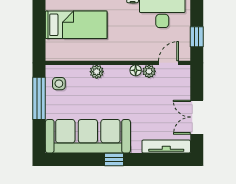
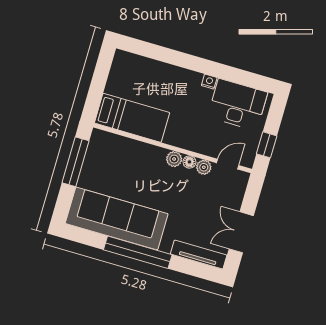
bed: (76, 25) -> (132, 118), moved
plant: (97, 72) -> (174, 159), moved
side table: (59, 84) -> (102, 152), removed
window: (114, 159) -> (138, 252), width x3.17

